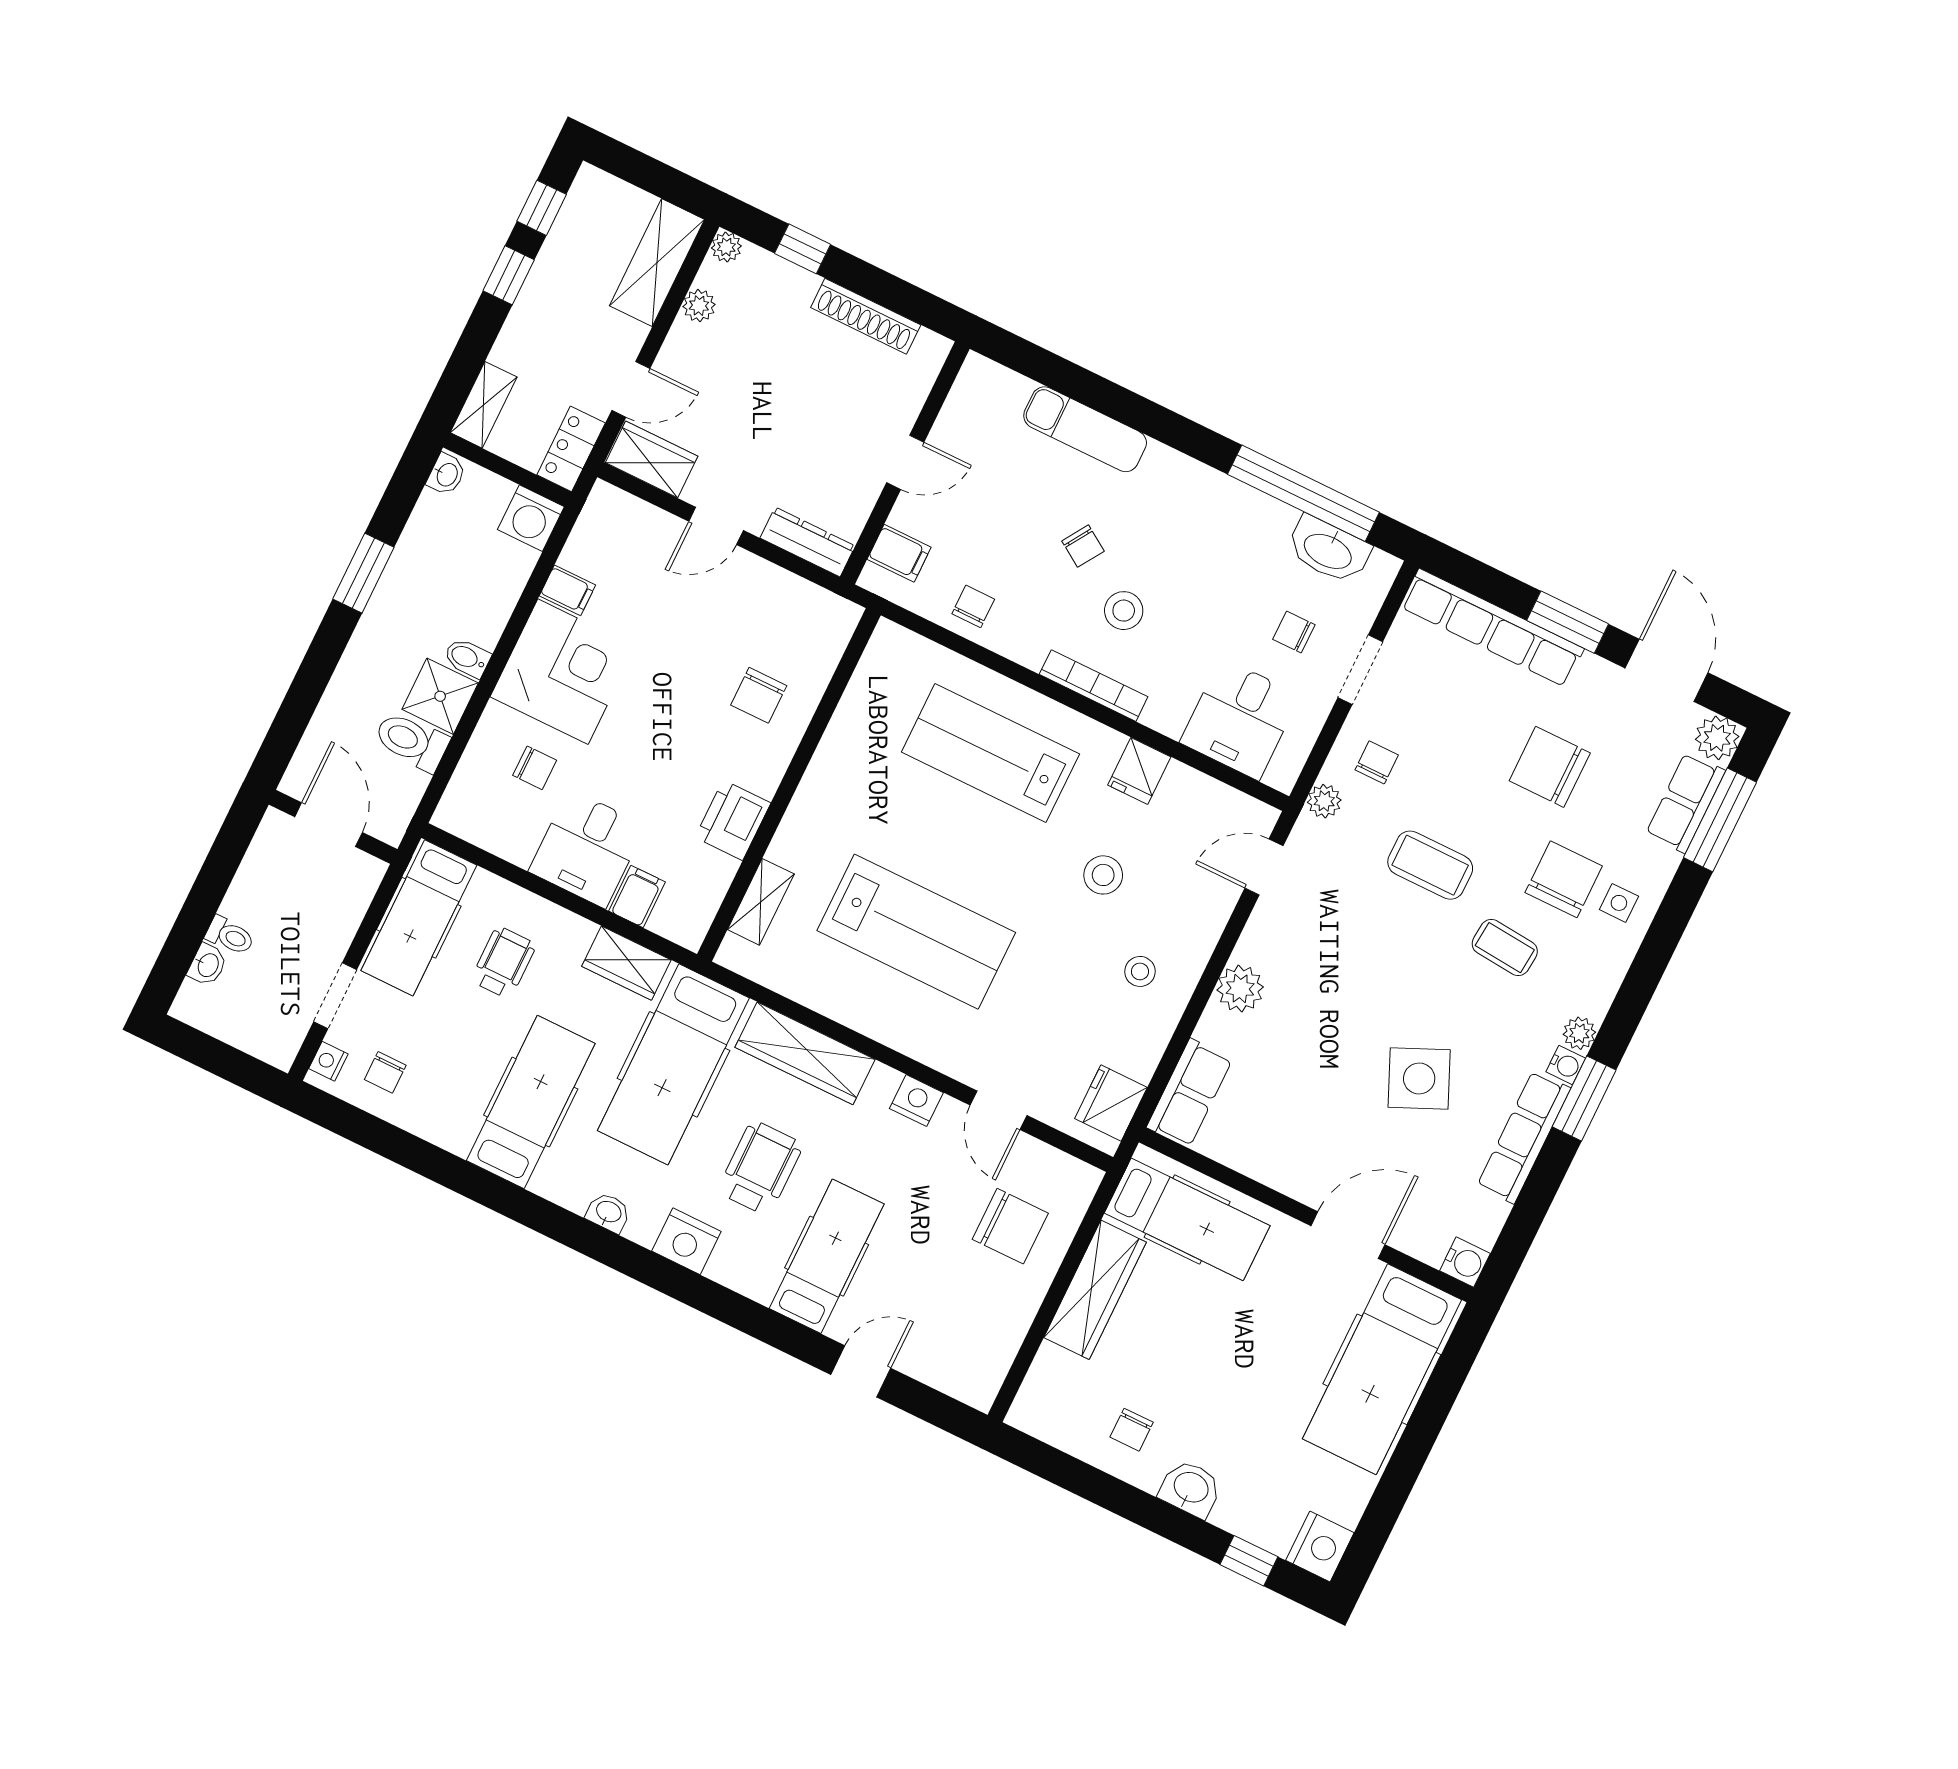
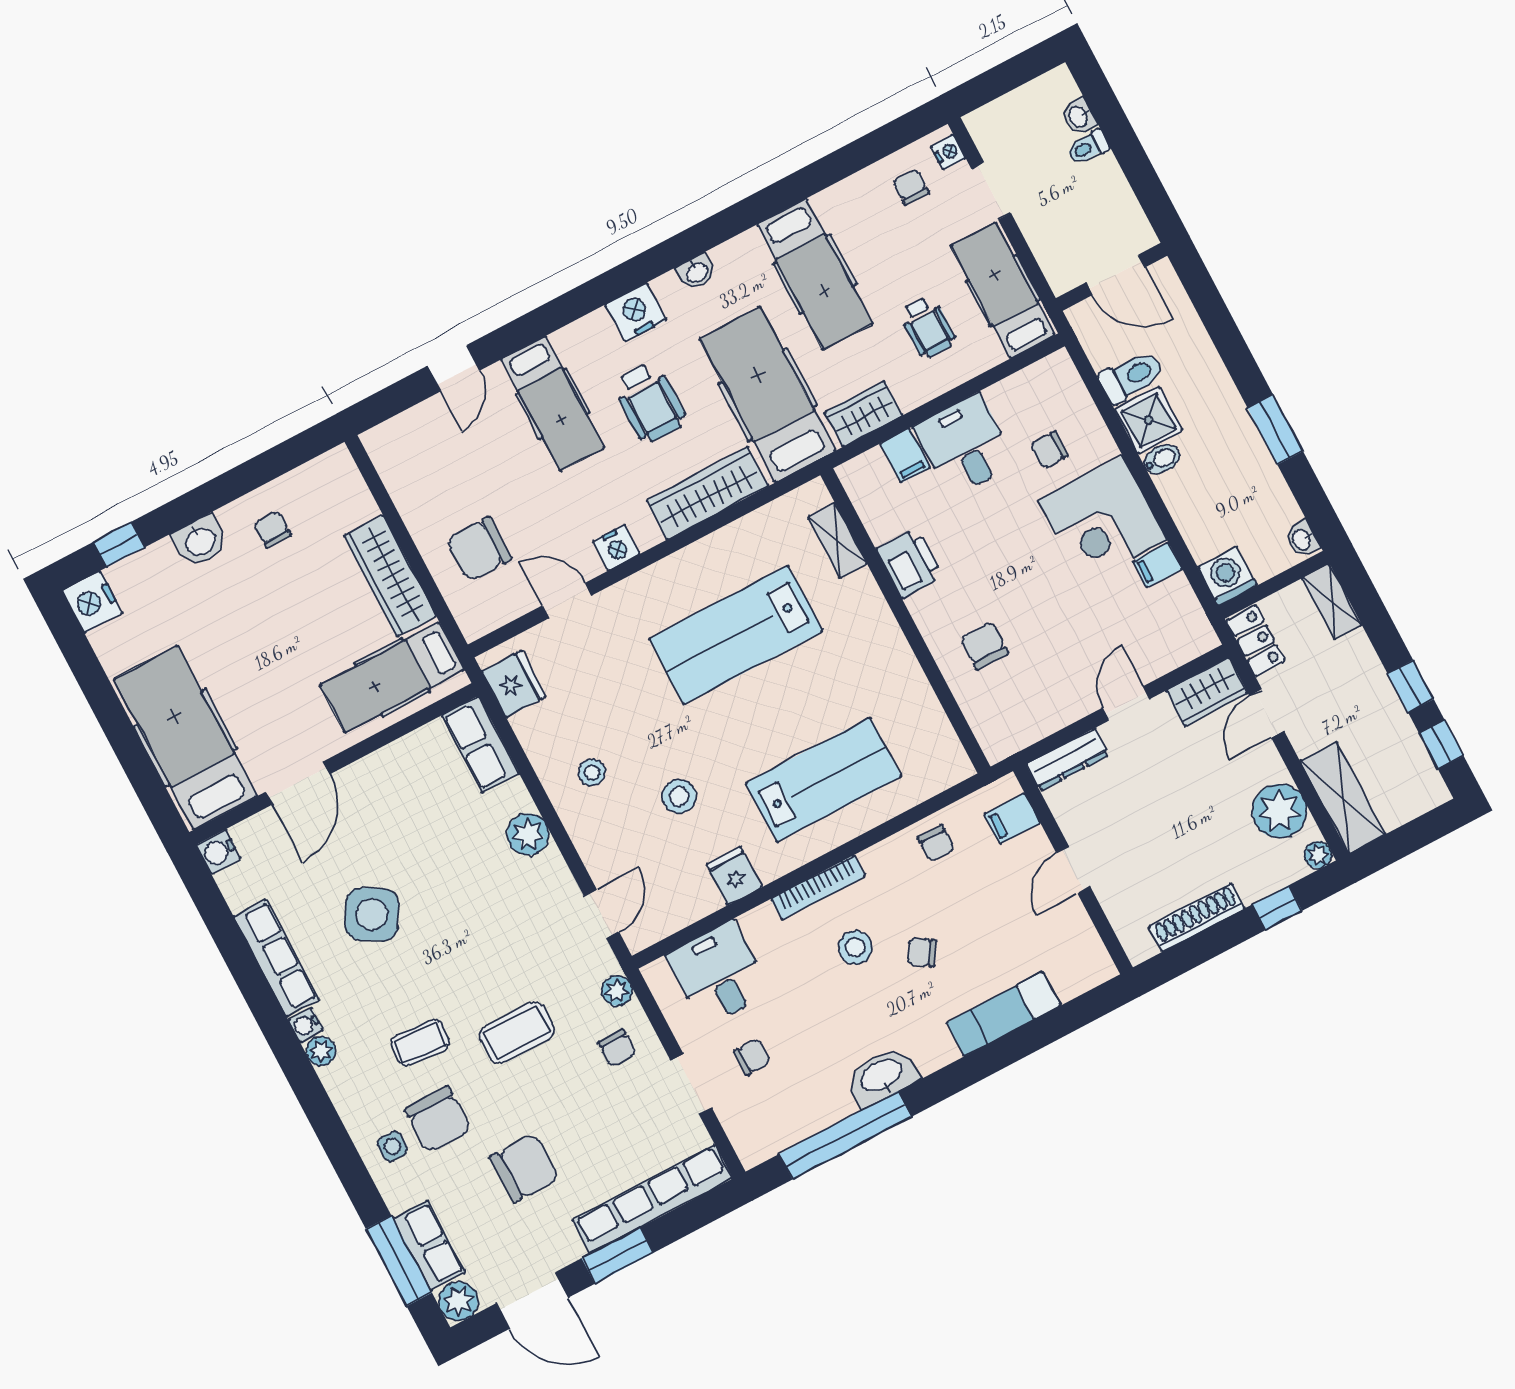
plant: (699, 306) -> (1280, 811), width x1.88, depth x1.88
washbasin: (1328, 550) -> (882, 1076), moved
side table: (1419, 1078) -> (372, 914), turned -37
window: (1584, 1098) -> (272, 1021), removed

